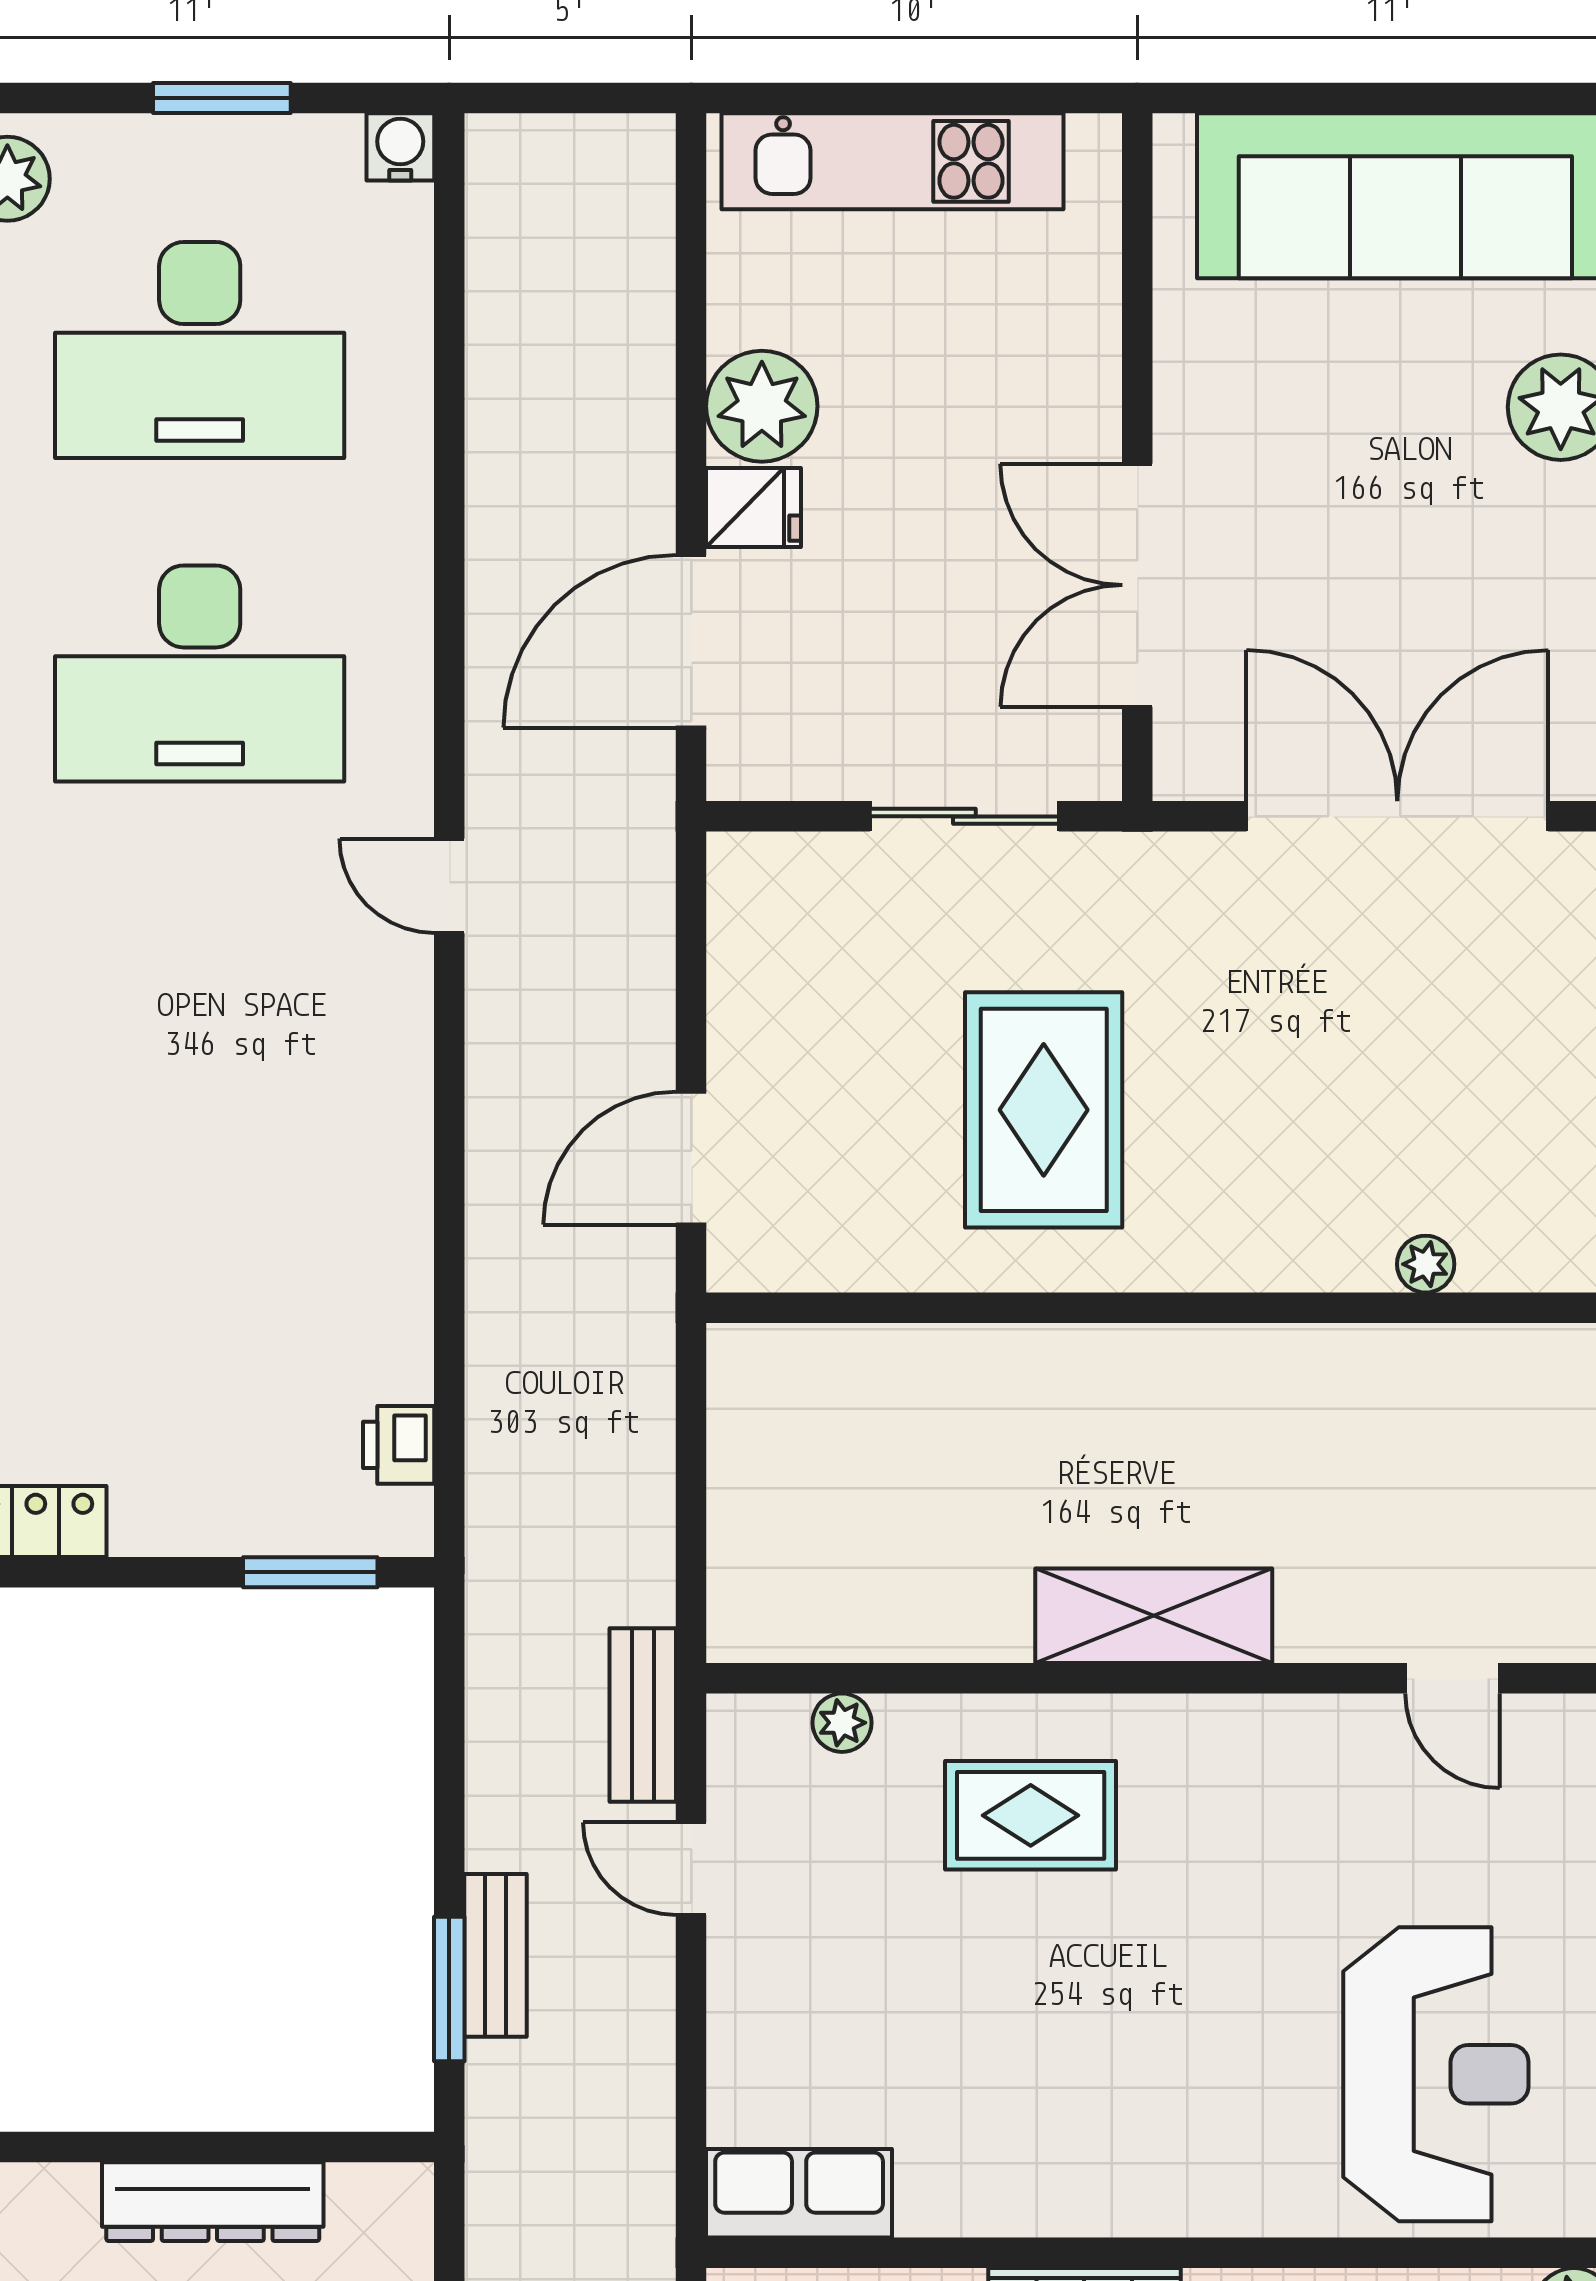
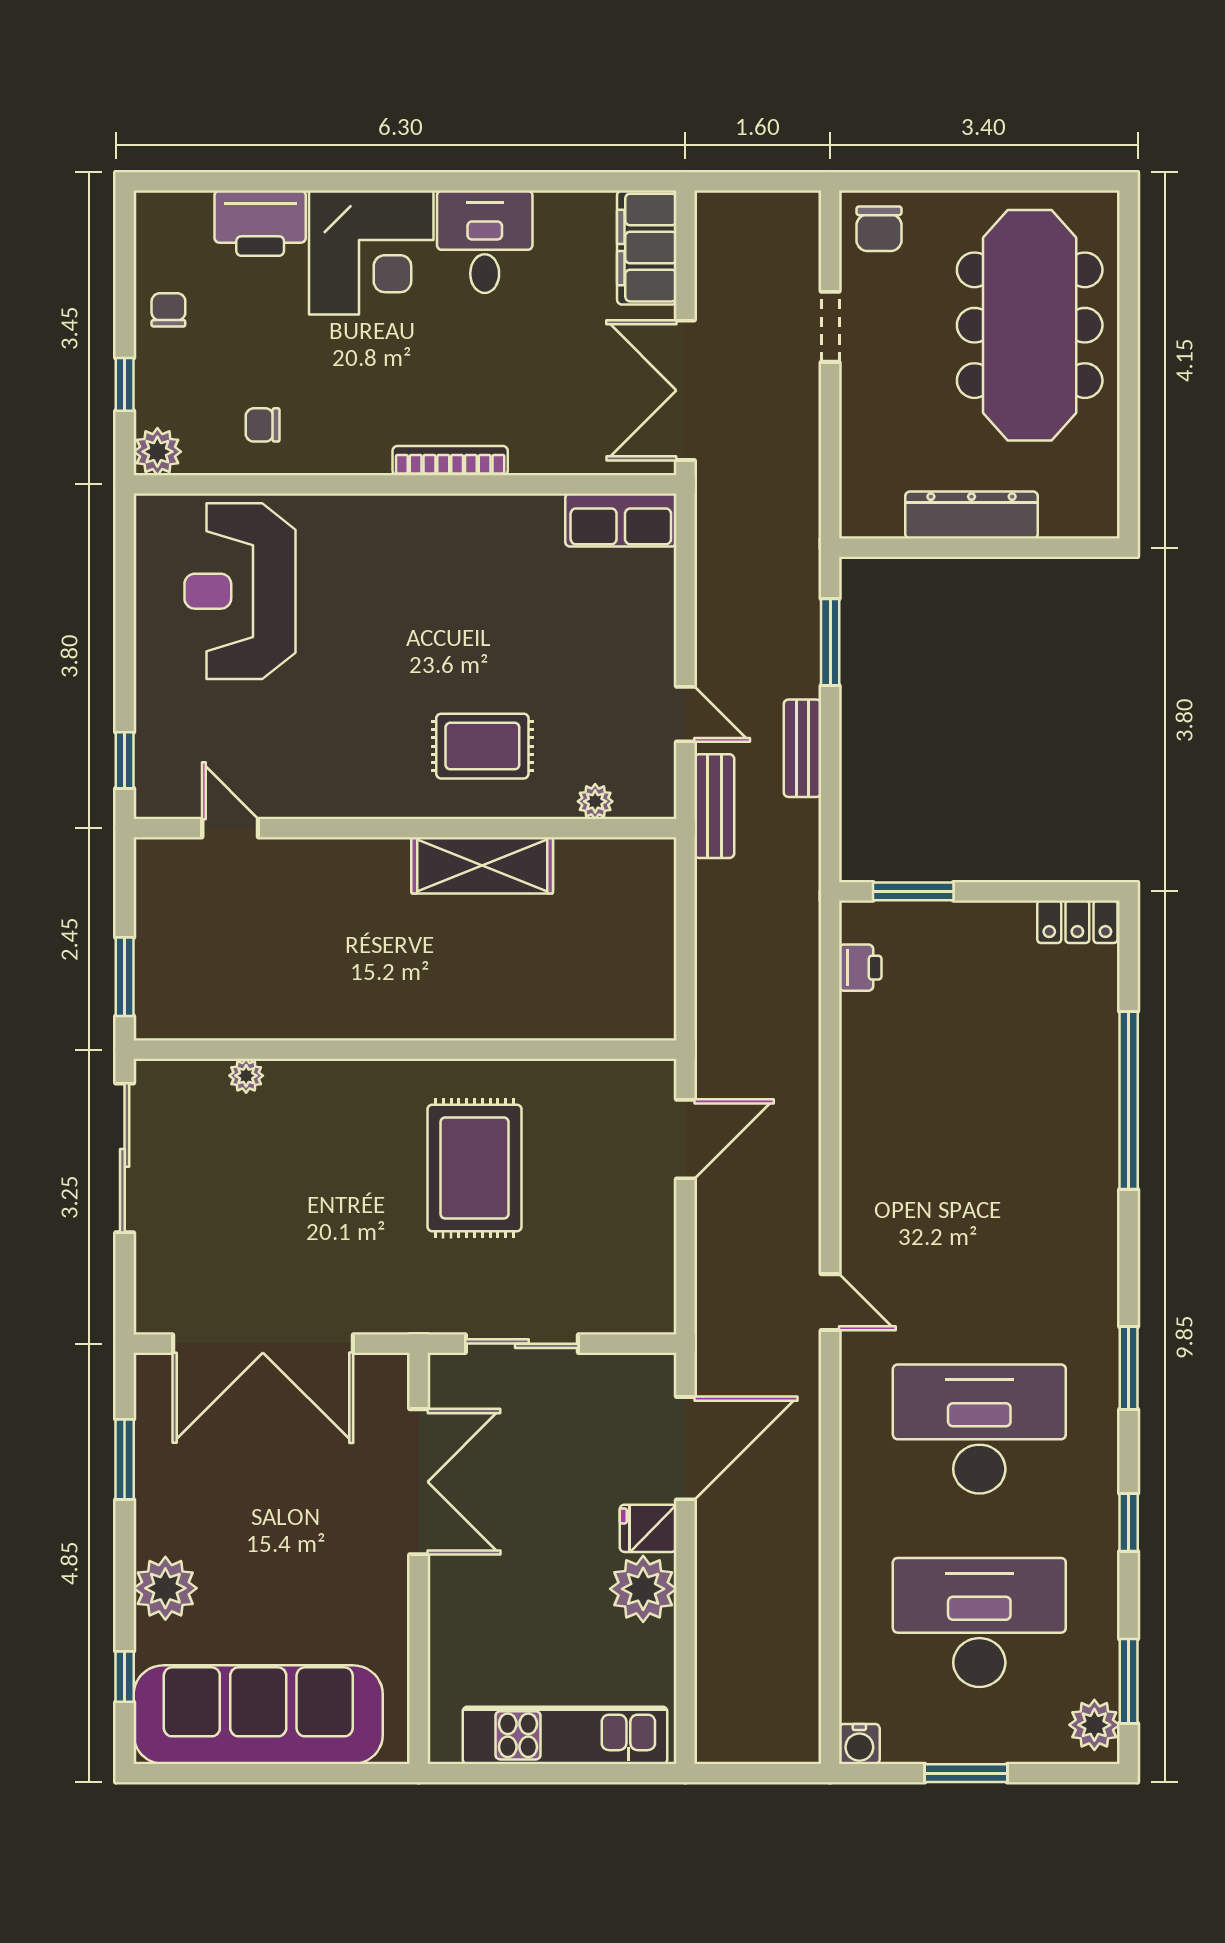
shelving: (1154, 1616) -> (482, 865), moved
bench: (495, 1955) -> (802, 748), moved

